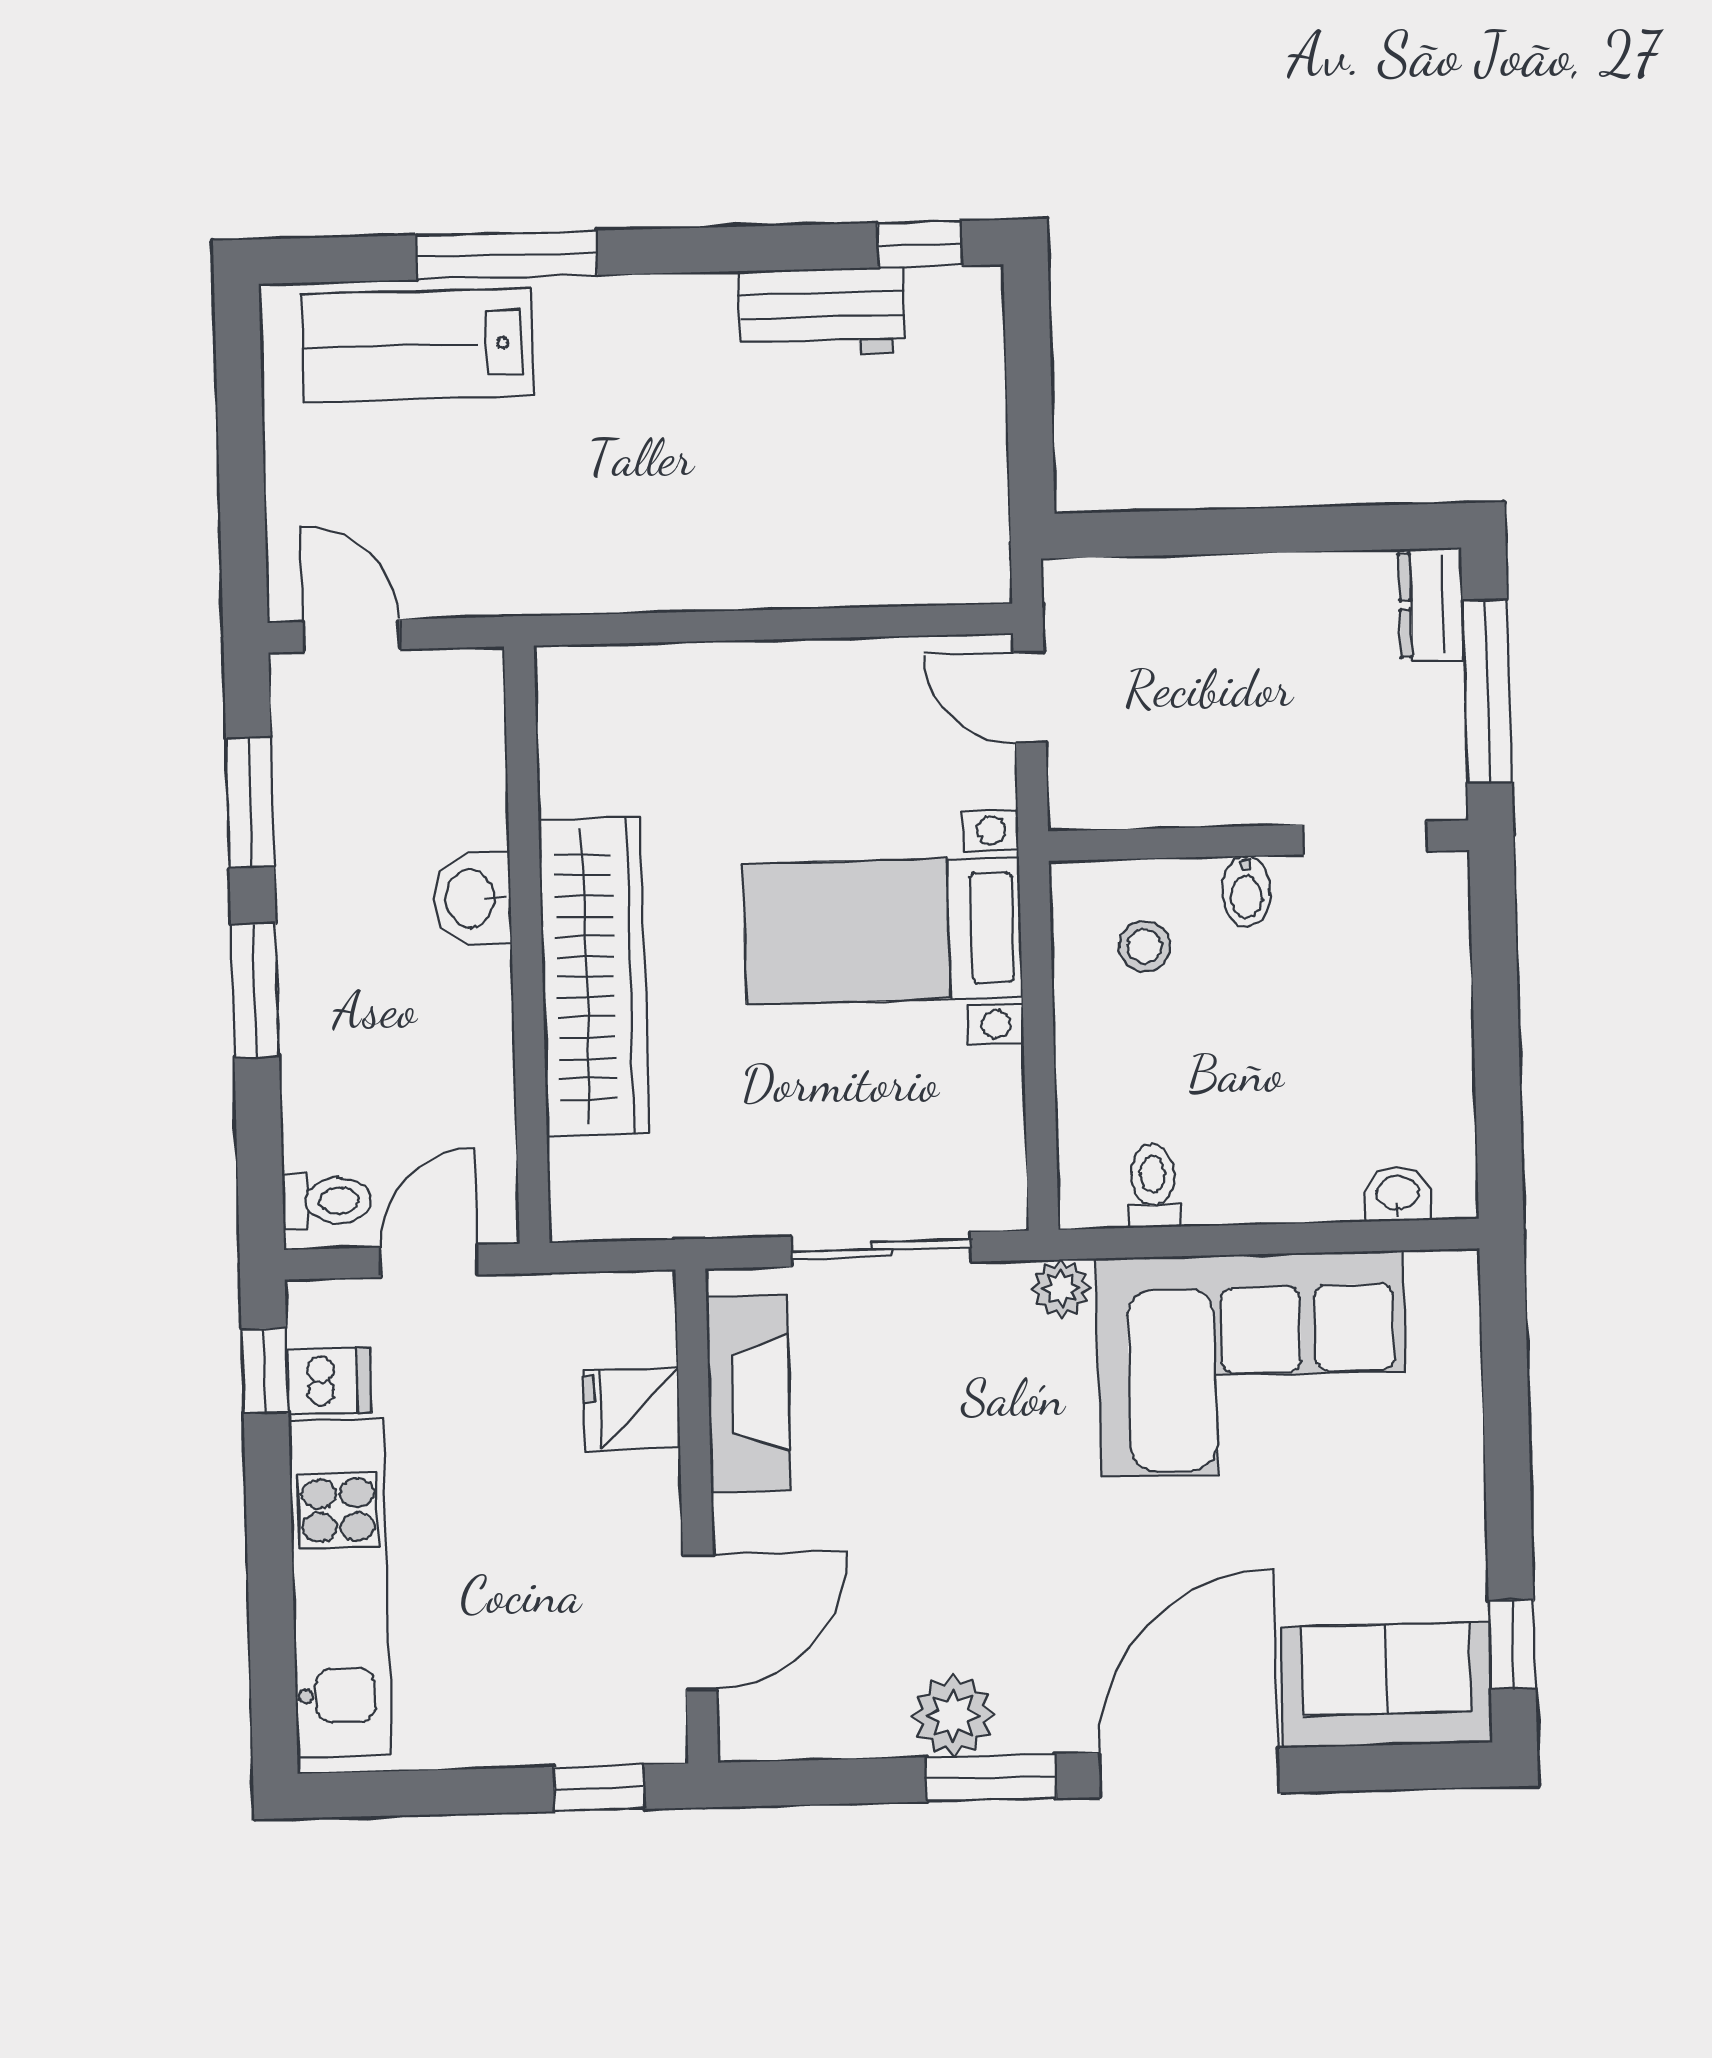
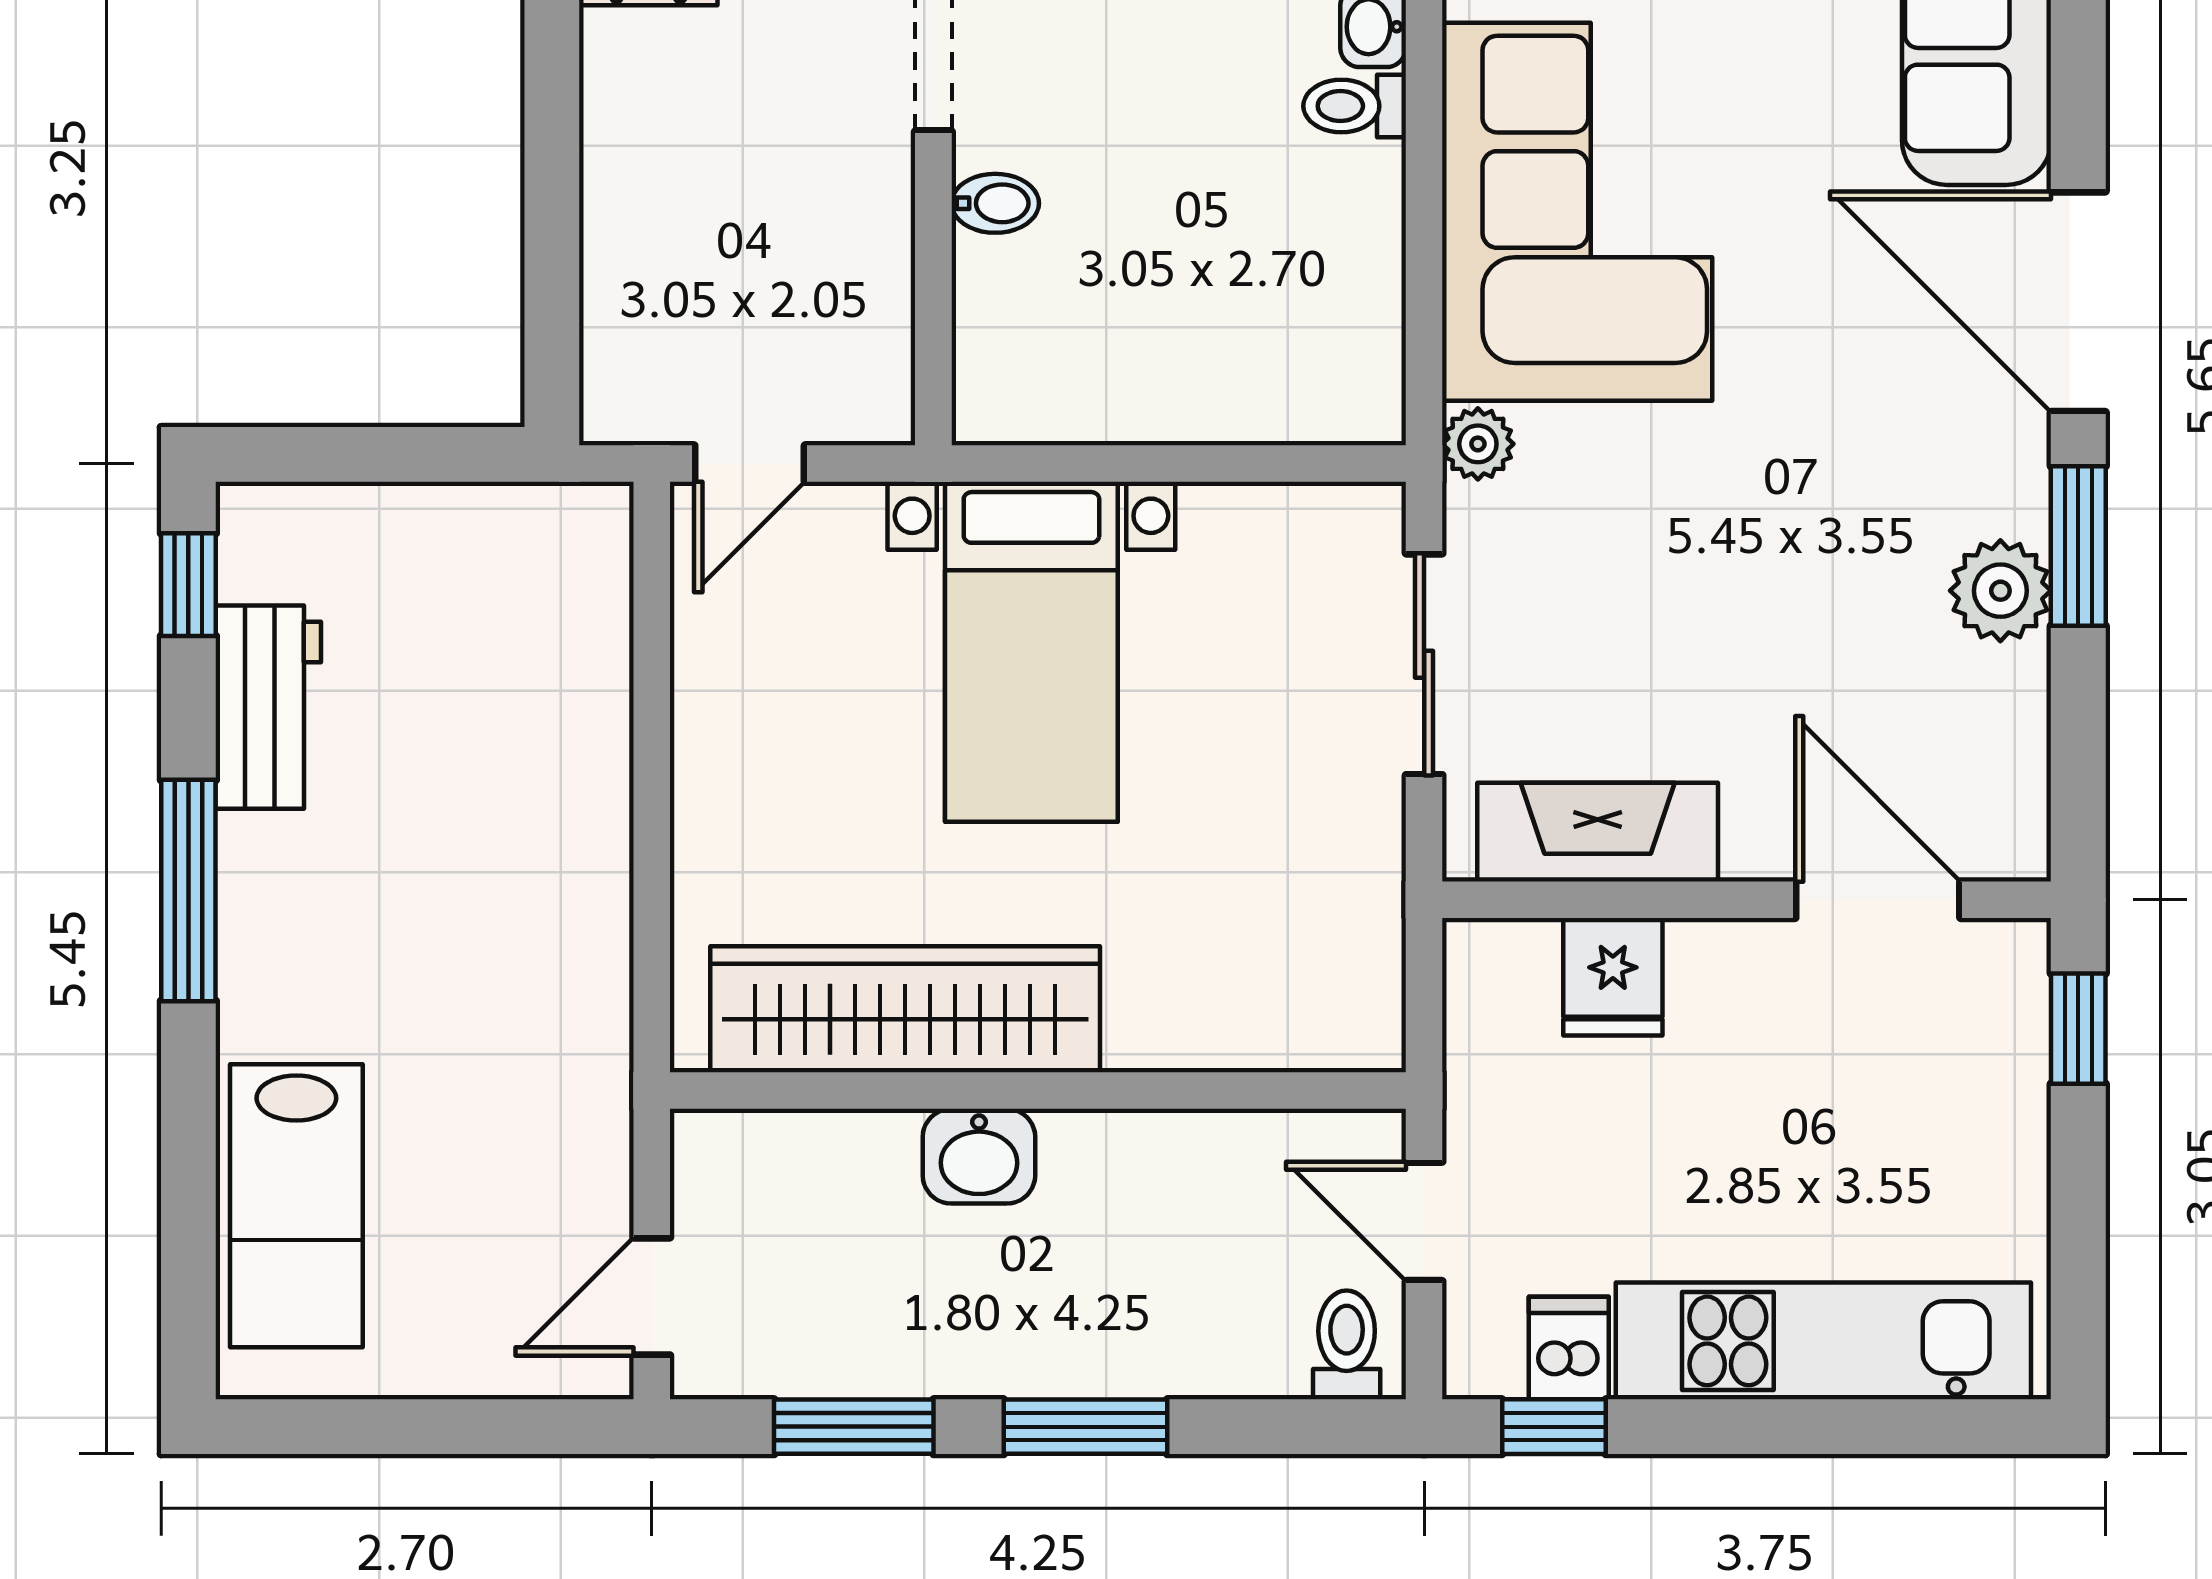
window: (507, 255) -> (188, 890), moved
stool: (1145, 946) -> (1060, 330), removed
wardrobe: (594, 977) -> (905, 1009), moved
toilet: (1153, 1186) -> (1355, 106), moved

